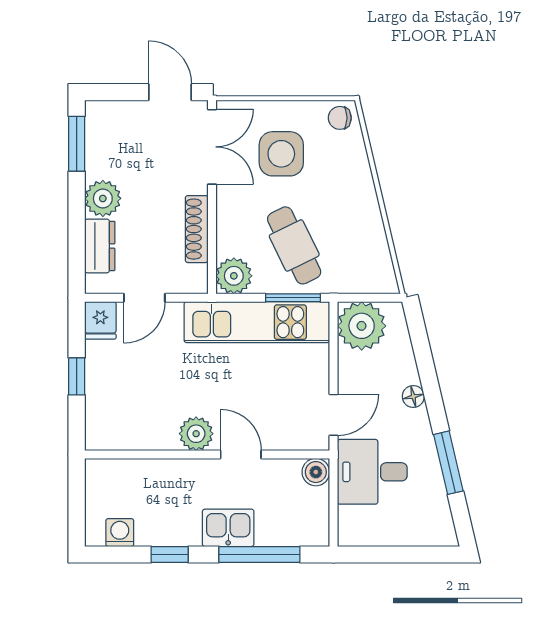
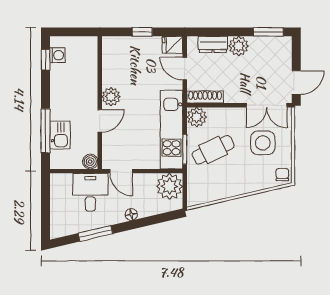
shoe rack: (197, 229) -> (205, 97), moved
kitchen sink: (228, 528) -> (60, 135), moved
window: (170, 554) -> (45, 60), moved

